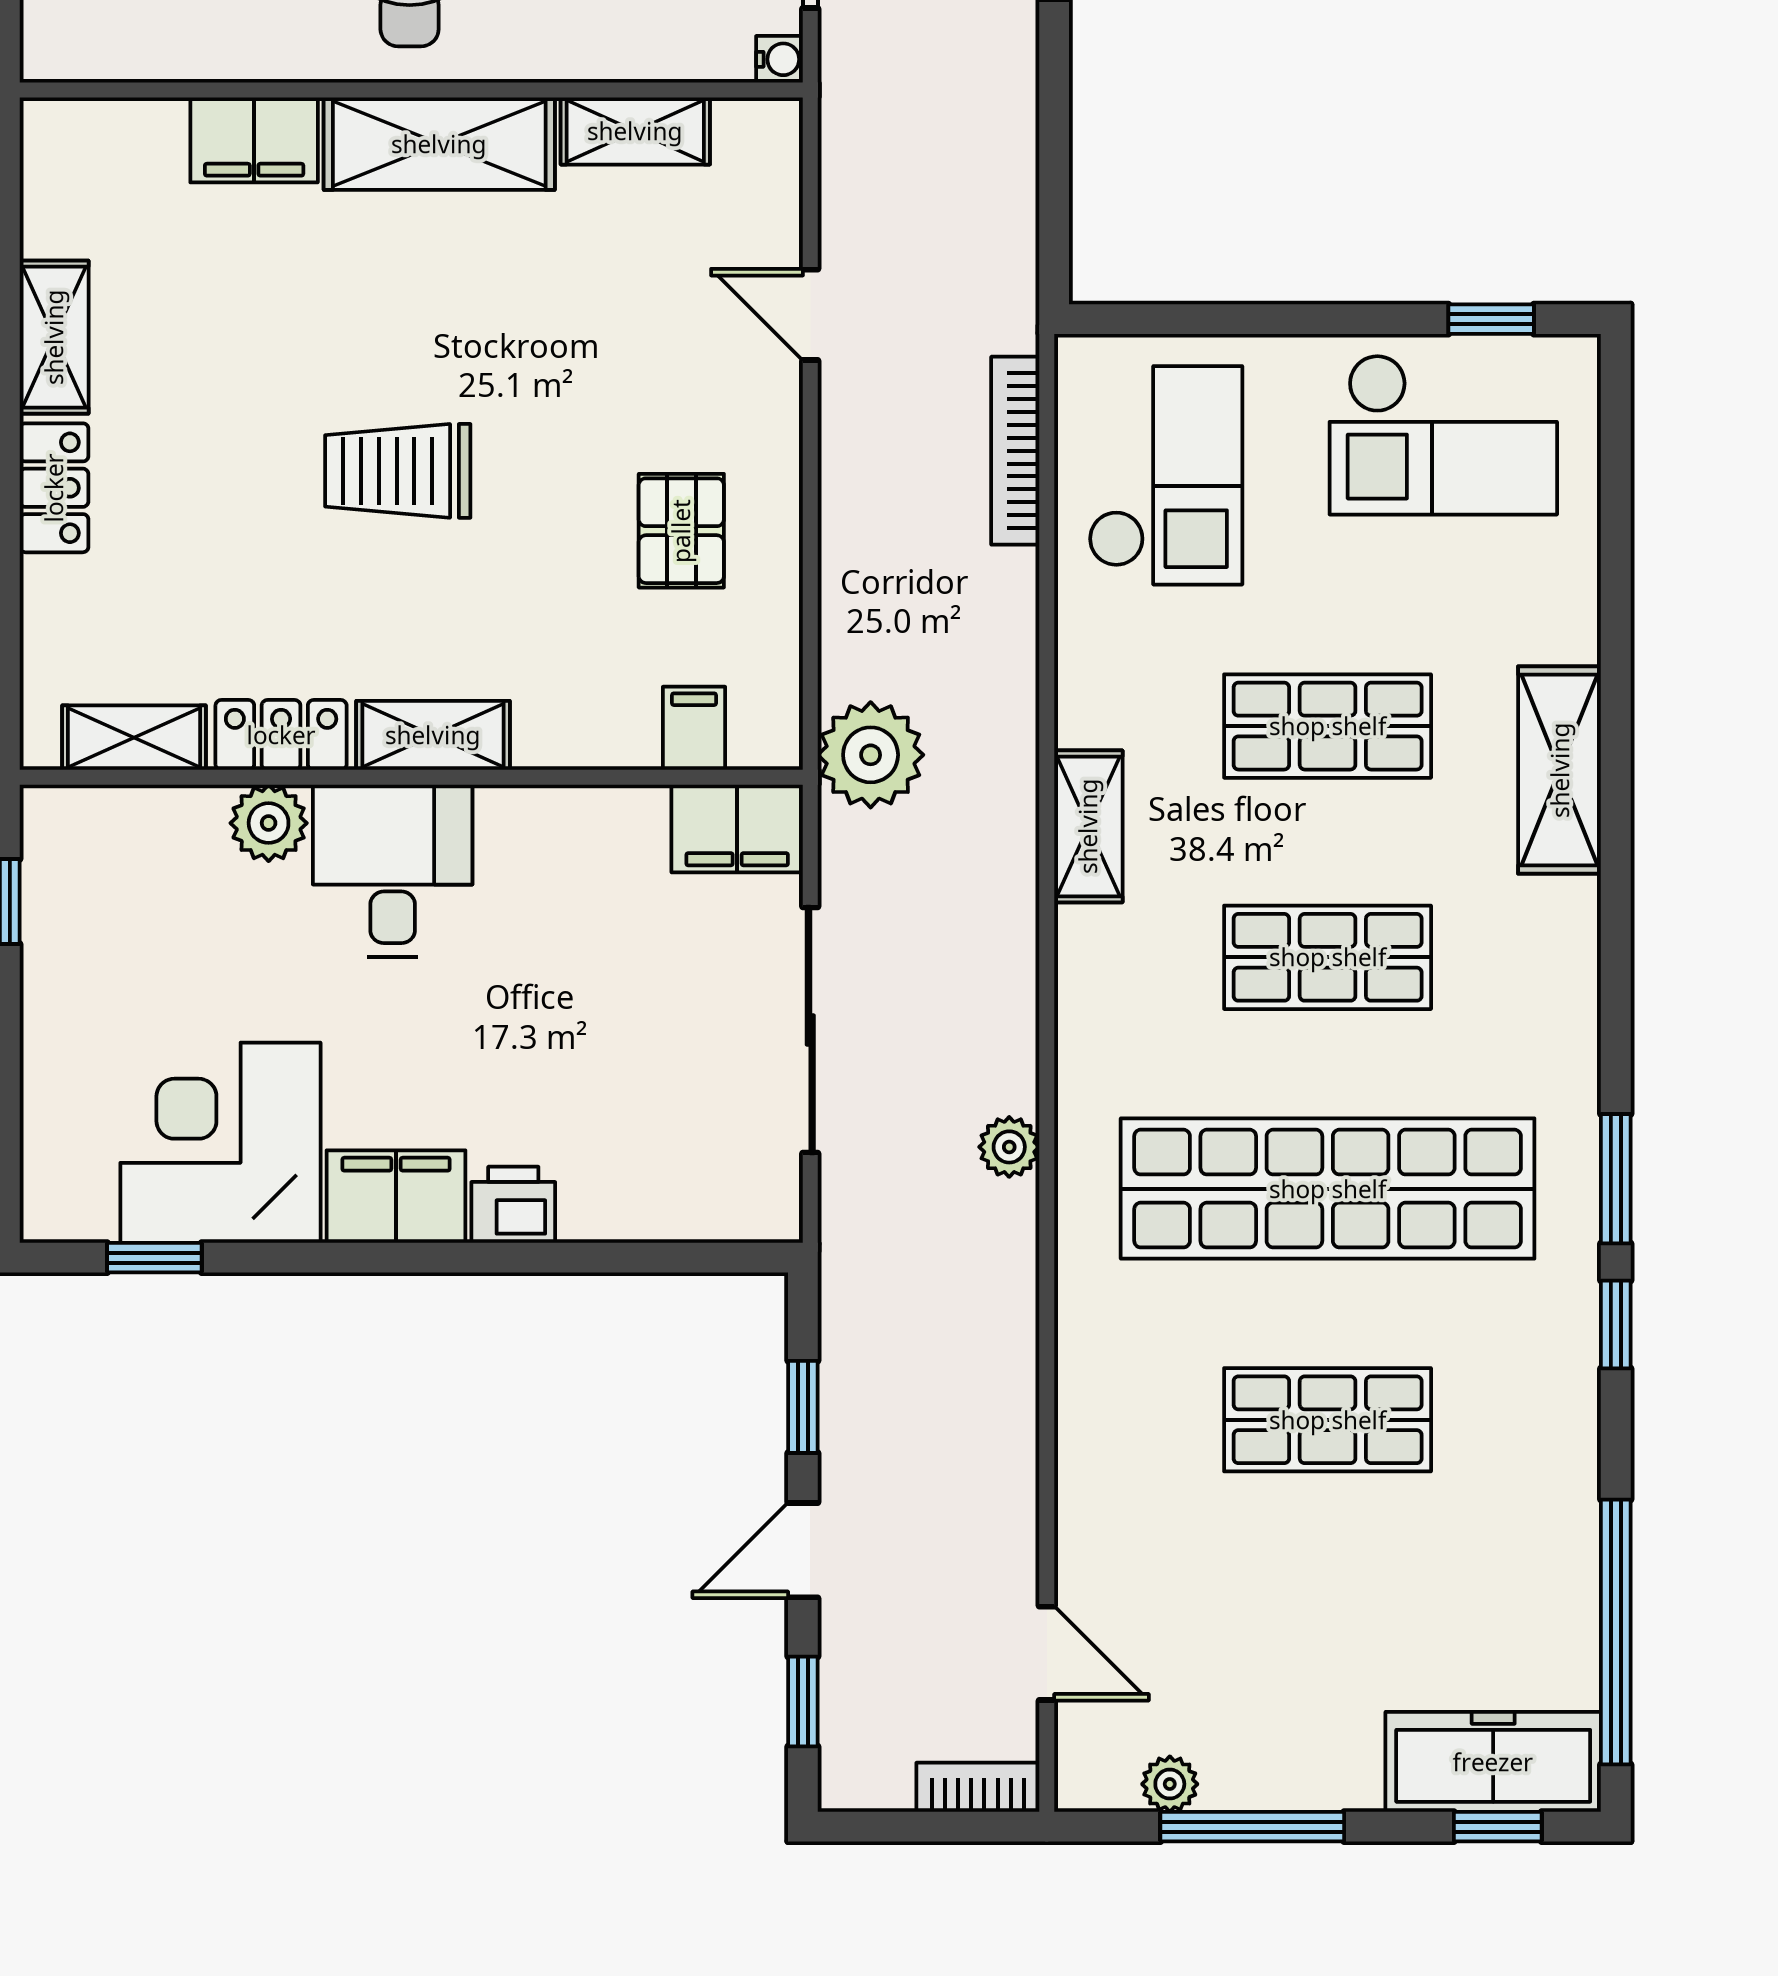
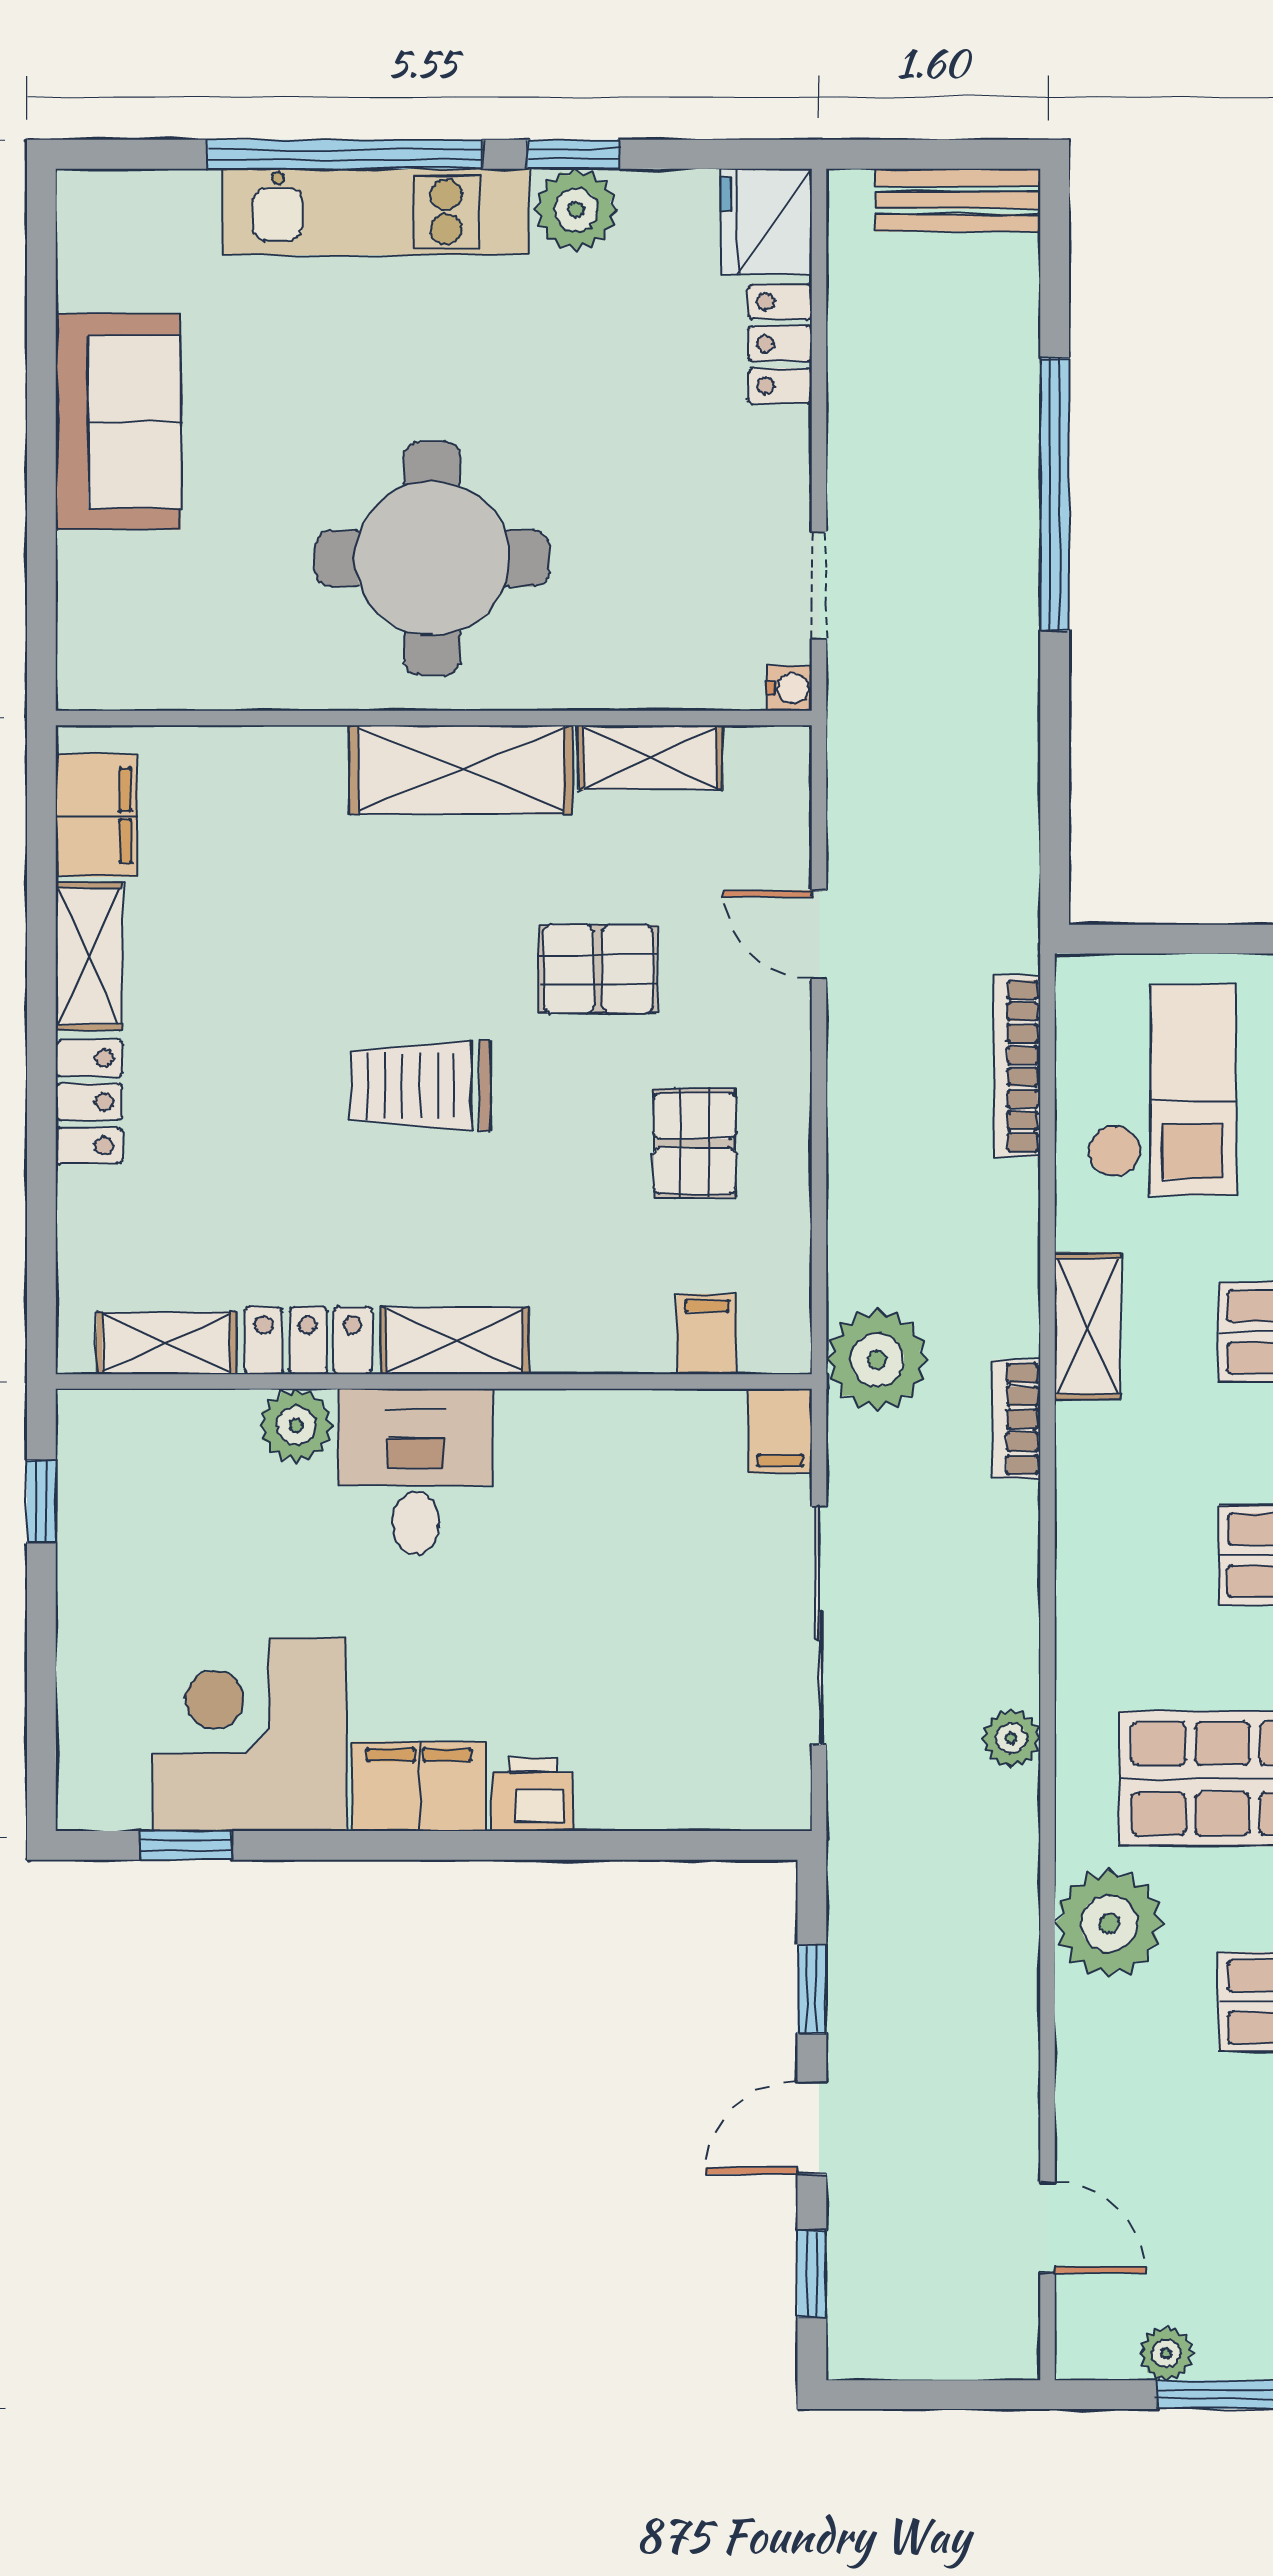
filing cabinet: (254, 140) -> (97, 815), moved, turned -90
pallet: (582, 350) -> (598, 969), added
shelving: (1088, 826) -> (1088, 1326), moved
filing cabinet: (737, 829) -> (780, 1431), width x0.50
plant: (1111, 1339) -> (1109, 1923), added
bookcase: (978, 1787) -> (1017, 1419), moved, turned -90

